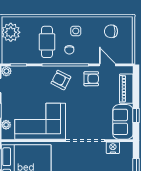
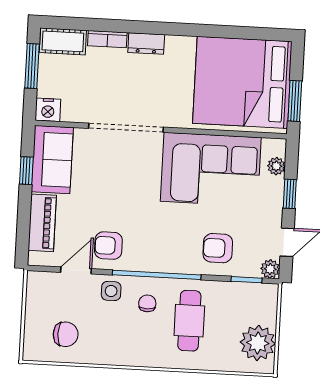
side table: (76, 31) -> (111, 291), moved
door: (107, 65) -> (76, 270), swing flipped
armchair: (61, 80) -> (218, 248), moved, turned 153
nightstand: (113, 148) -> (48, 110), moved

